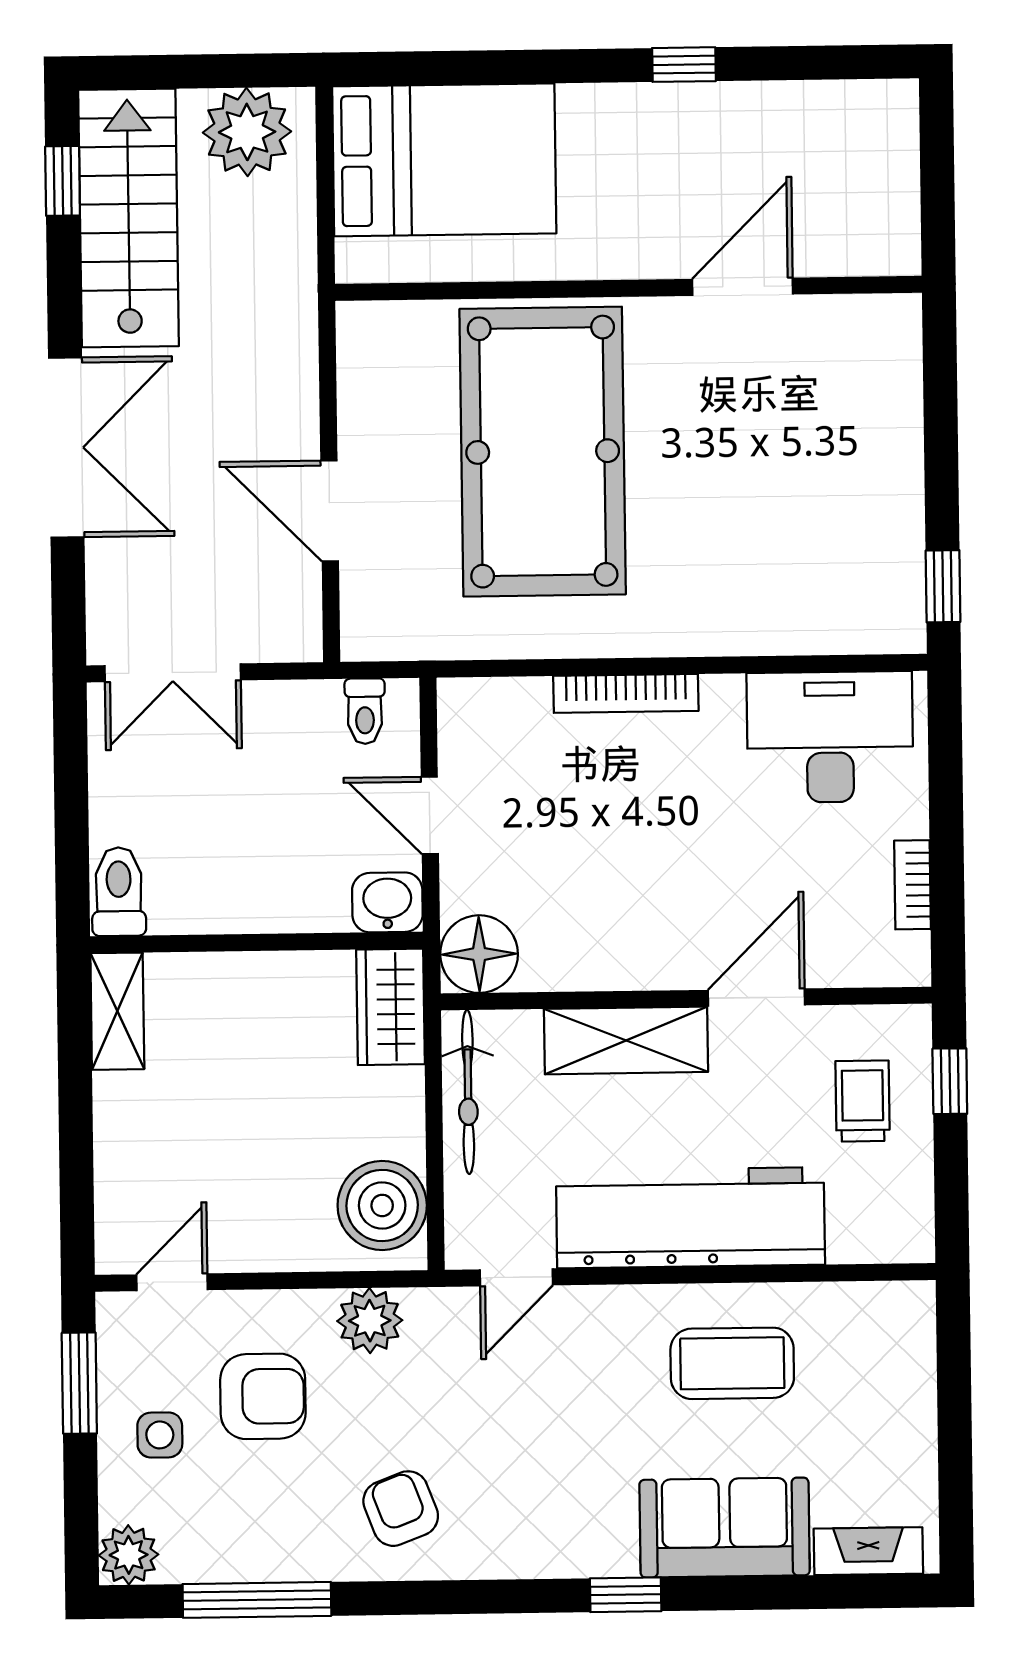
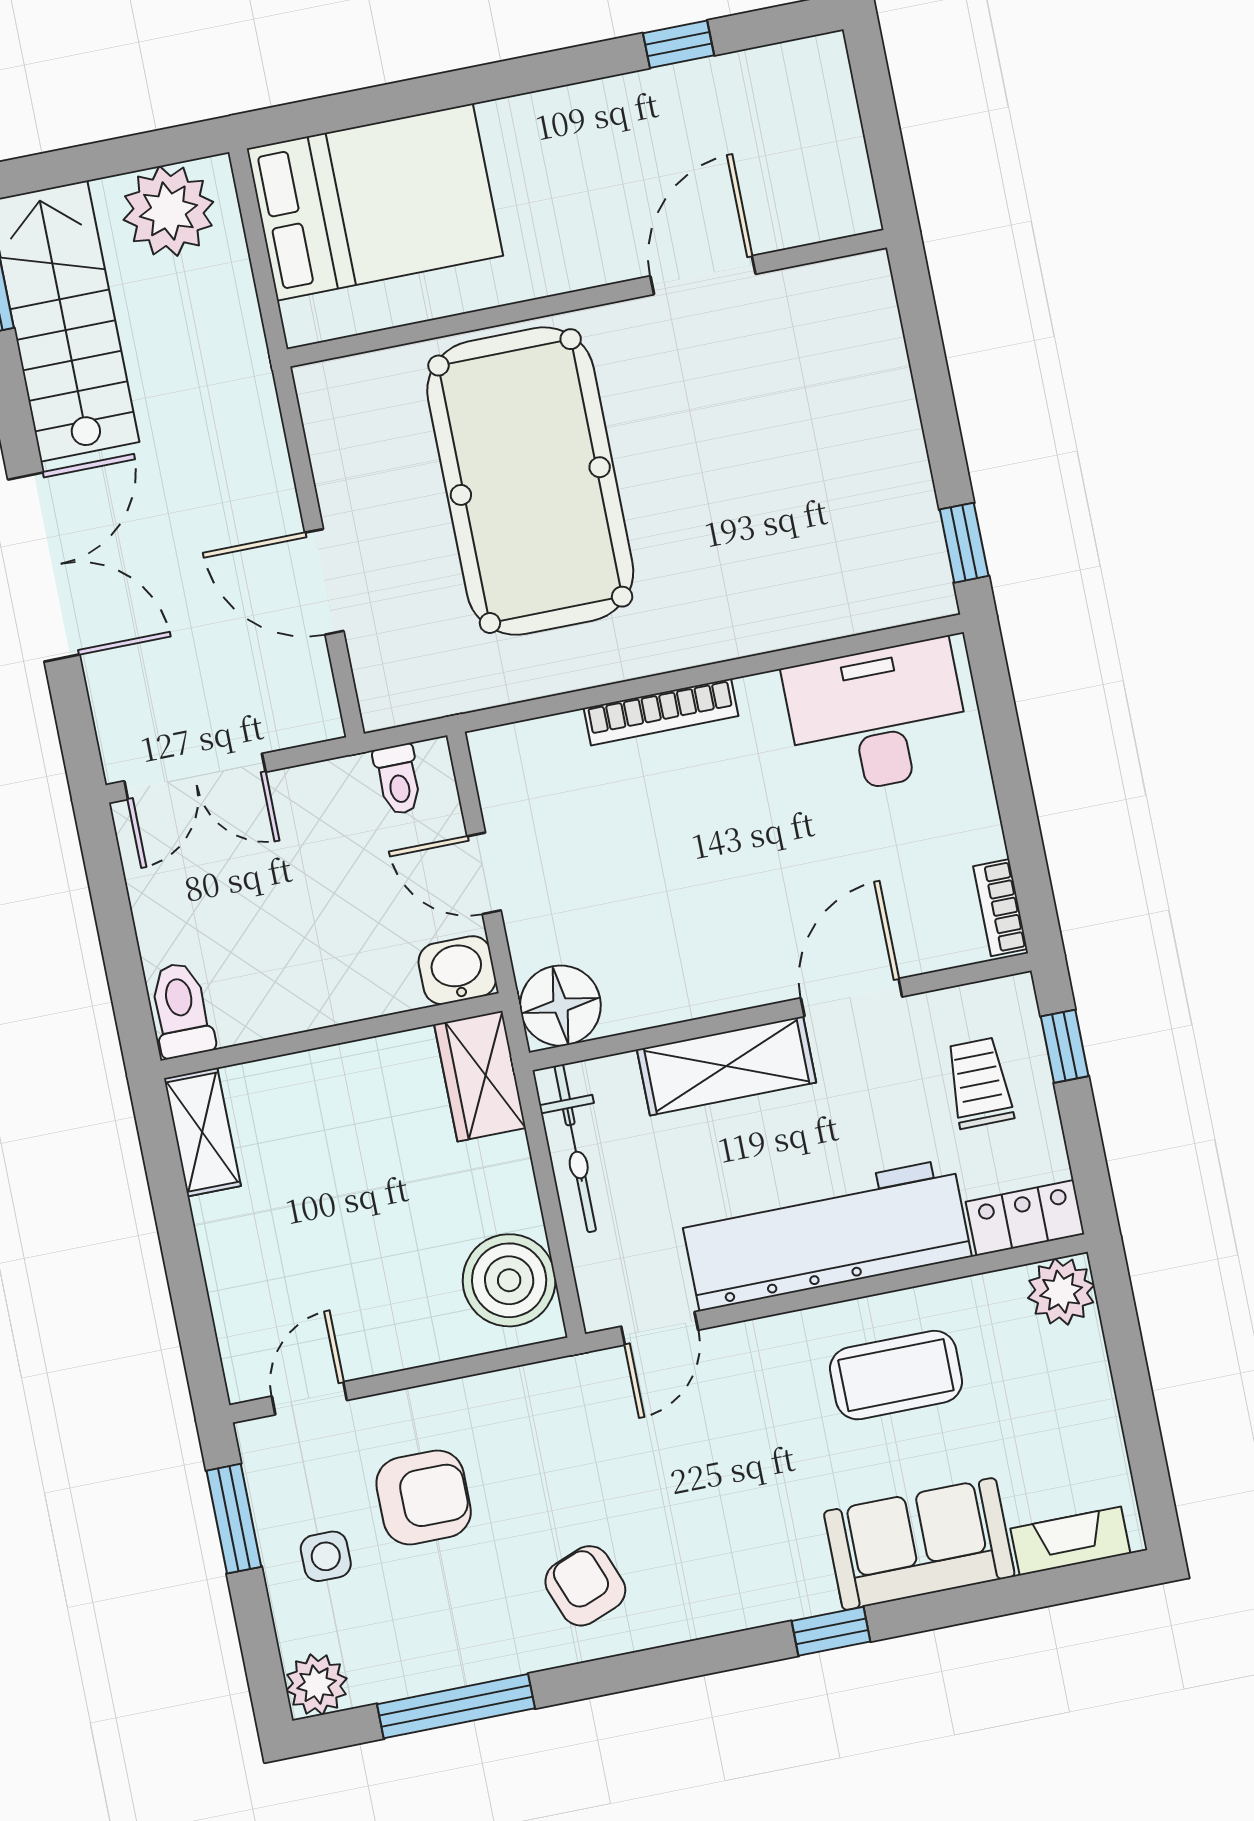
window: (684, 65) -> (678, 44), moved
bookcase: (912, 885) -> (1000, 908), moved
locker: (882, 1237) -> (1025, 1218), added
plant: (370, 1321) -> (1061, 1292), moved

